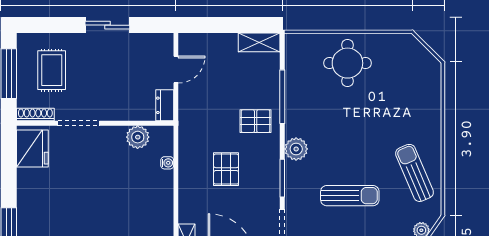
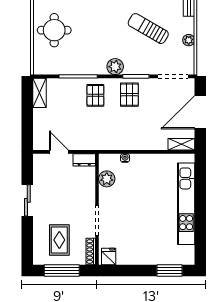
rug: (52, 70) -> (59, 240), turned 90
fridge: (32, 148) -> (109, 256), width x0.53, depth x0.75
pallet: (226, 169) -> (129, 95), moved, turned 90
sun lounger: (350, 196) -> (148, 29), turned -60

